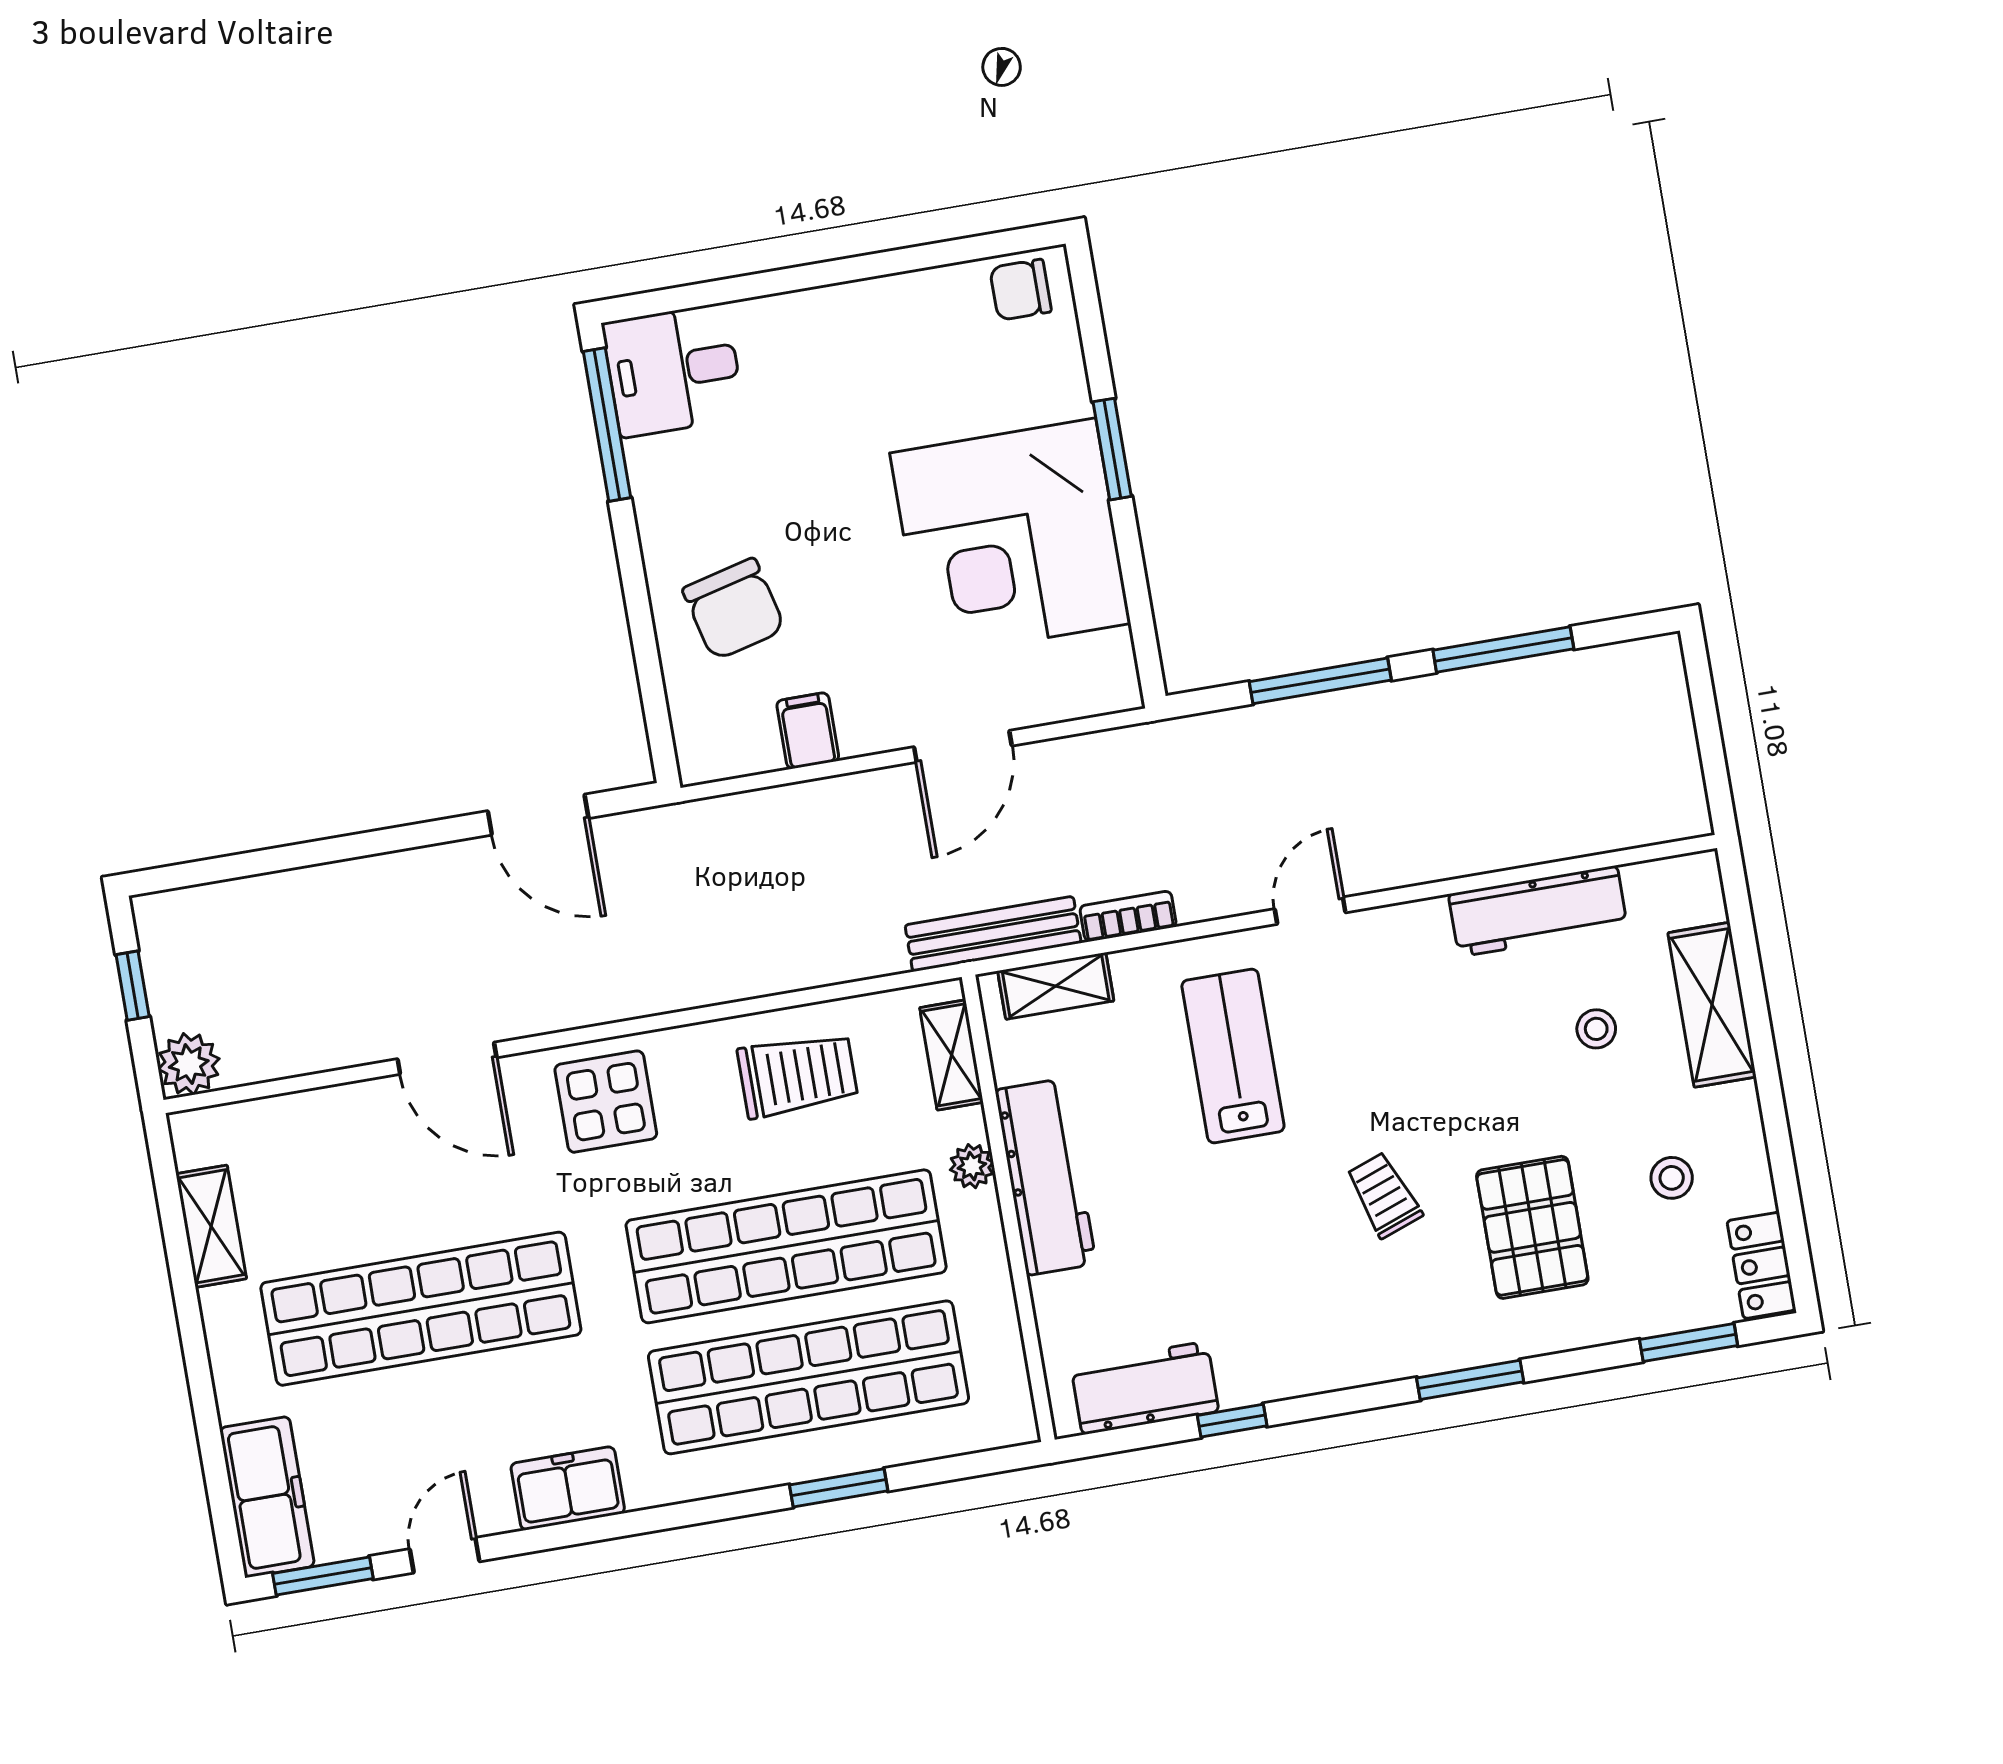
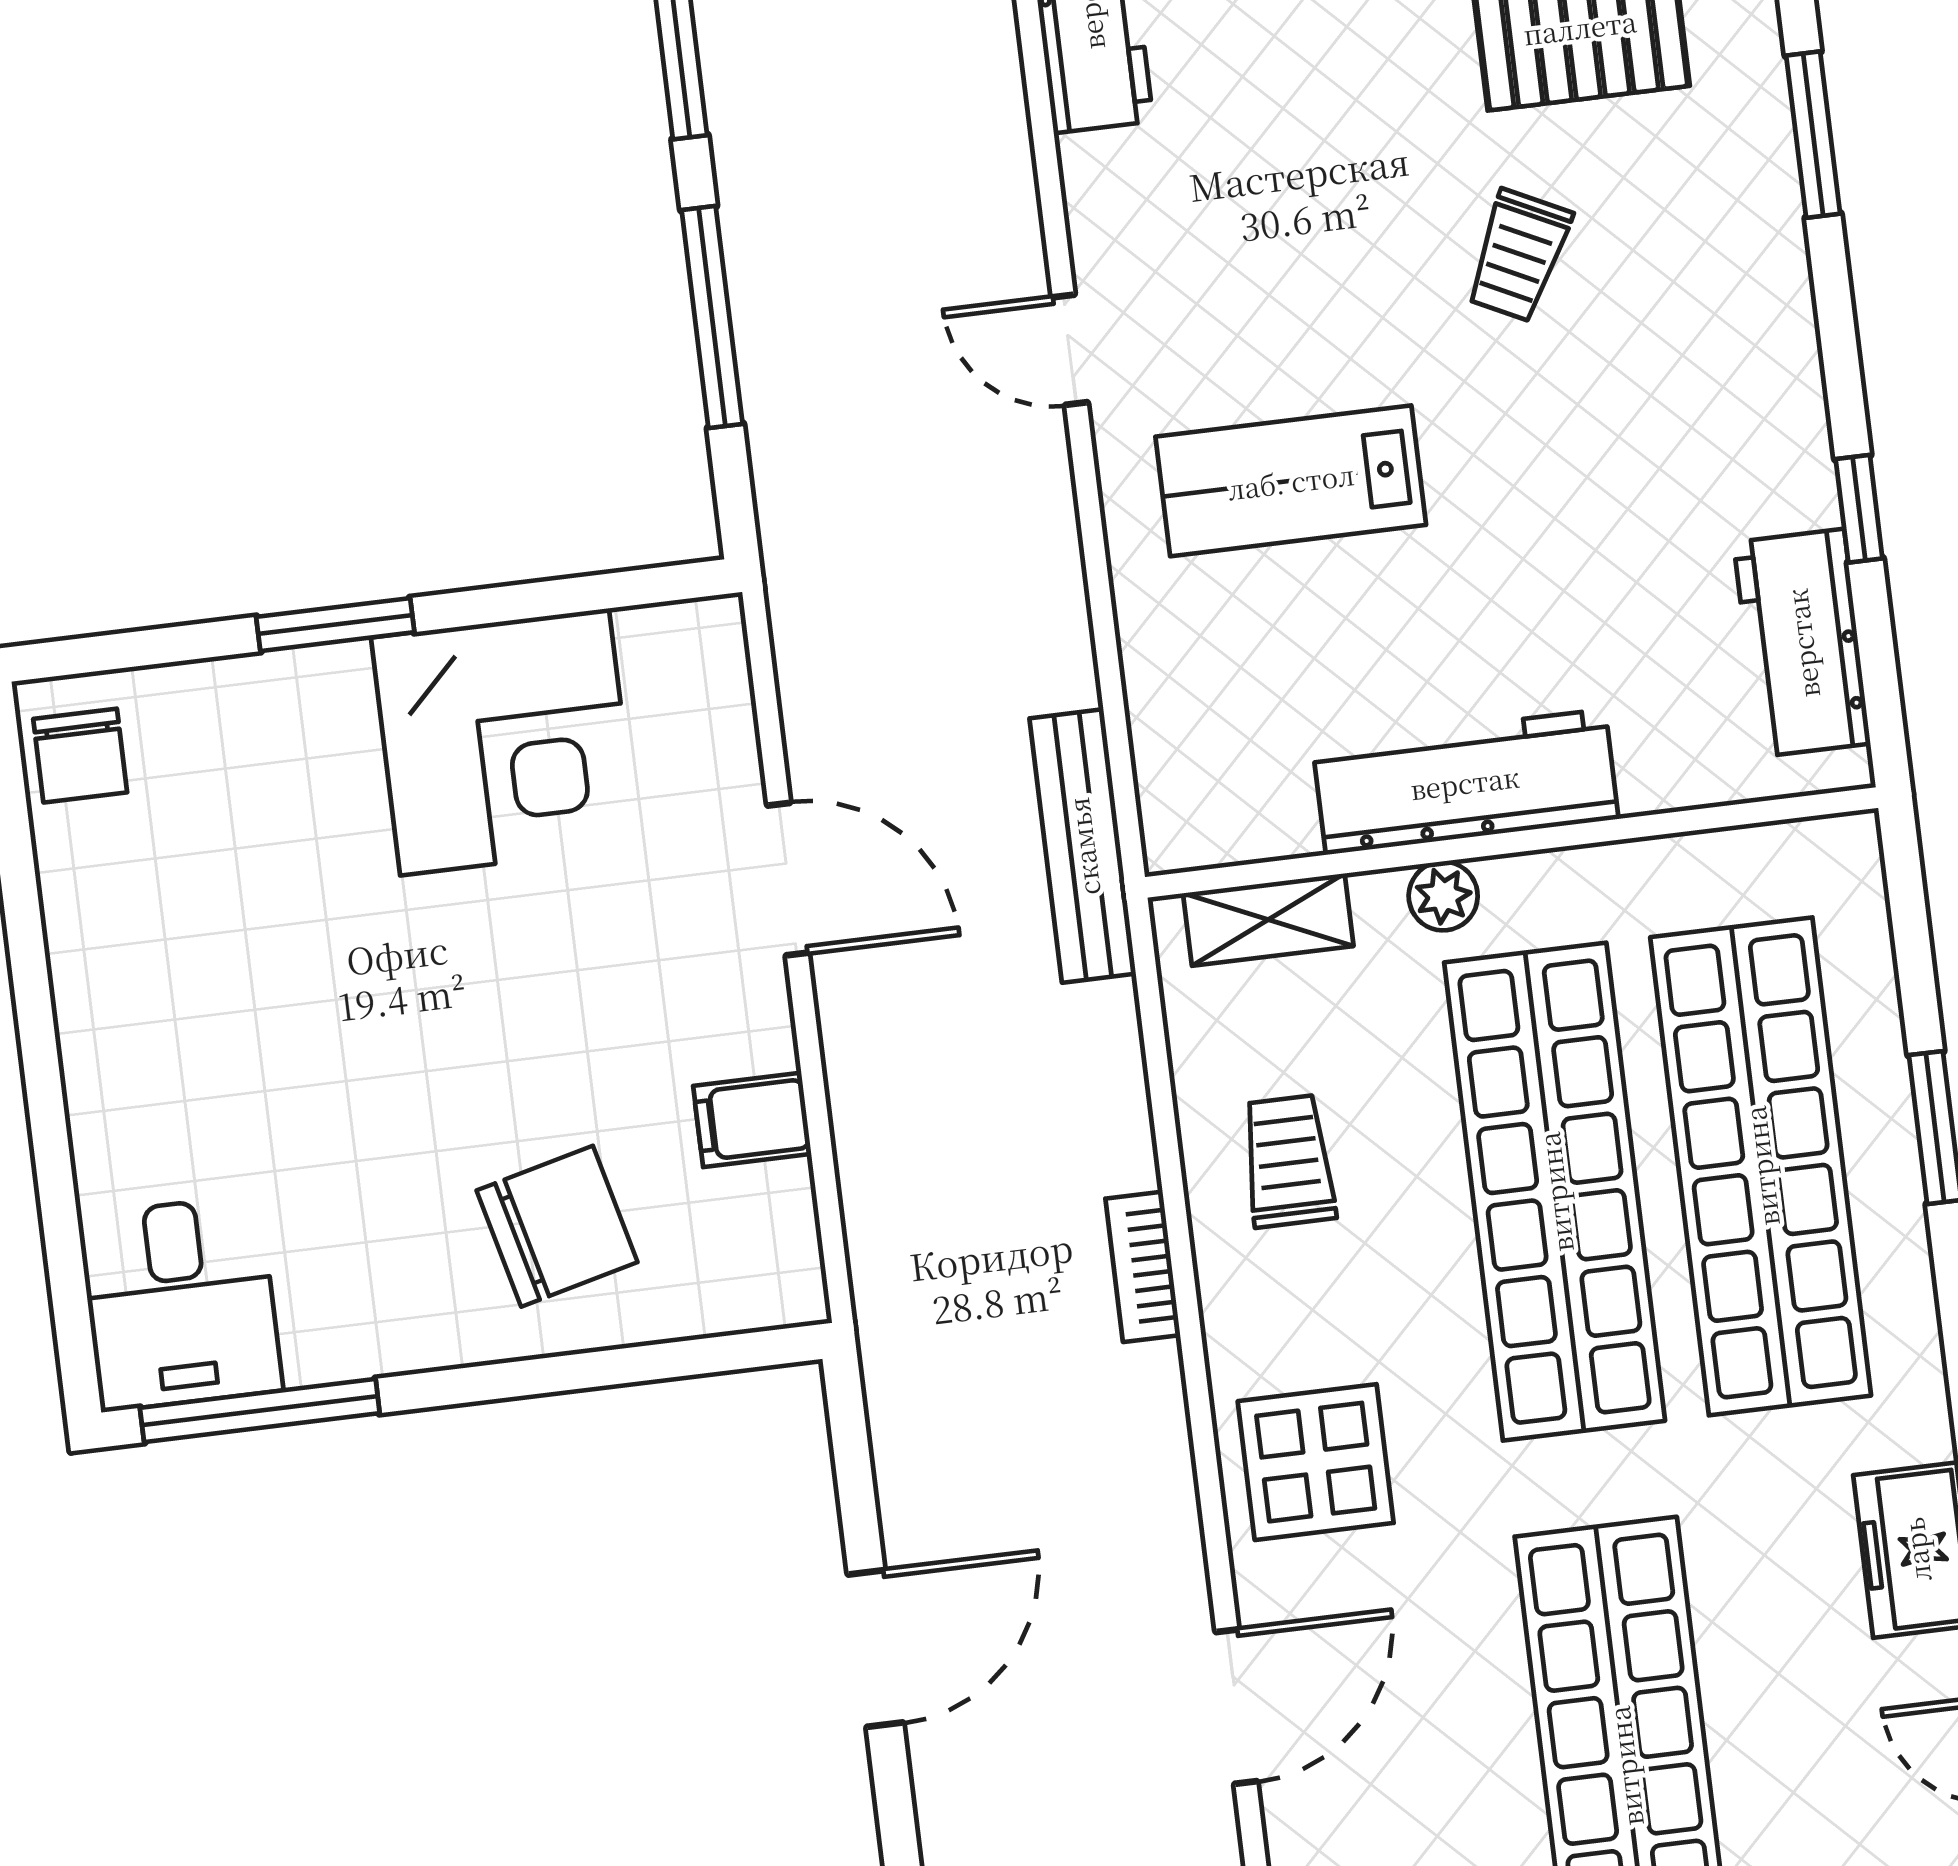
corner desk: (1010, 538) -> (504, 742), width x0.74, depth x0.74
door: (538, 815) -> (876, 1649), moved
bookcase: (1128, 916) -> (1143, 1267), moved
shelving: (1056, 986) -> (1168, 752), removed
trolley: (798, 1075) -> (1288, 1161), width x0.73, depth x0.72
trolley: (1384, 1195) -> (1519, 256), turned -44

